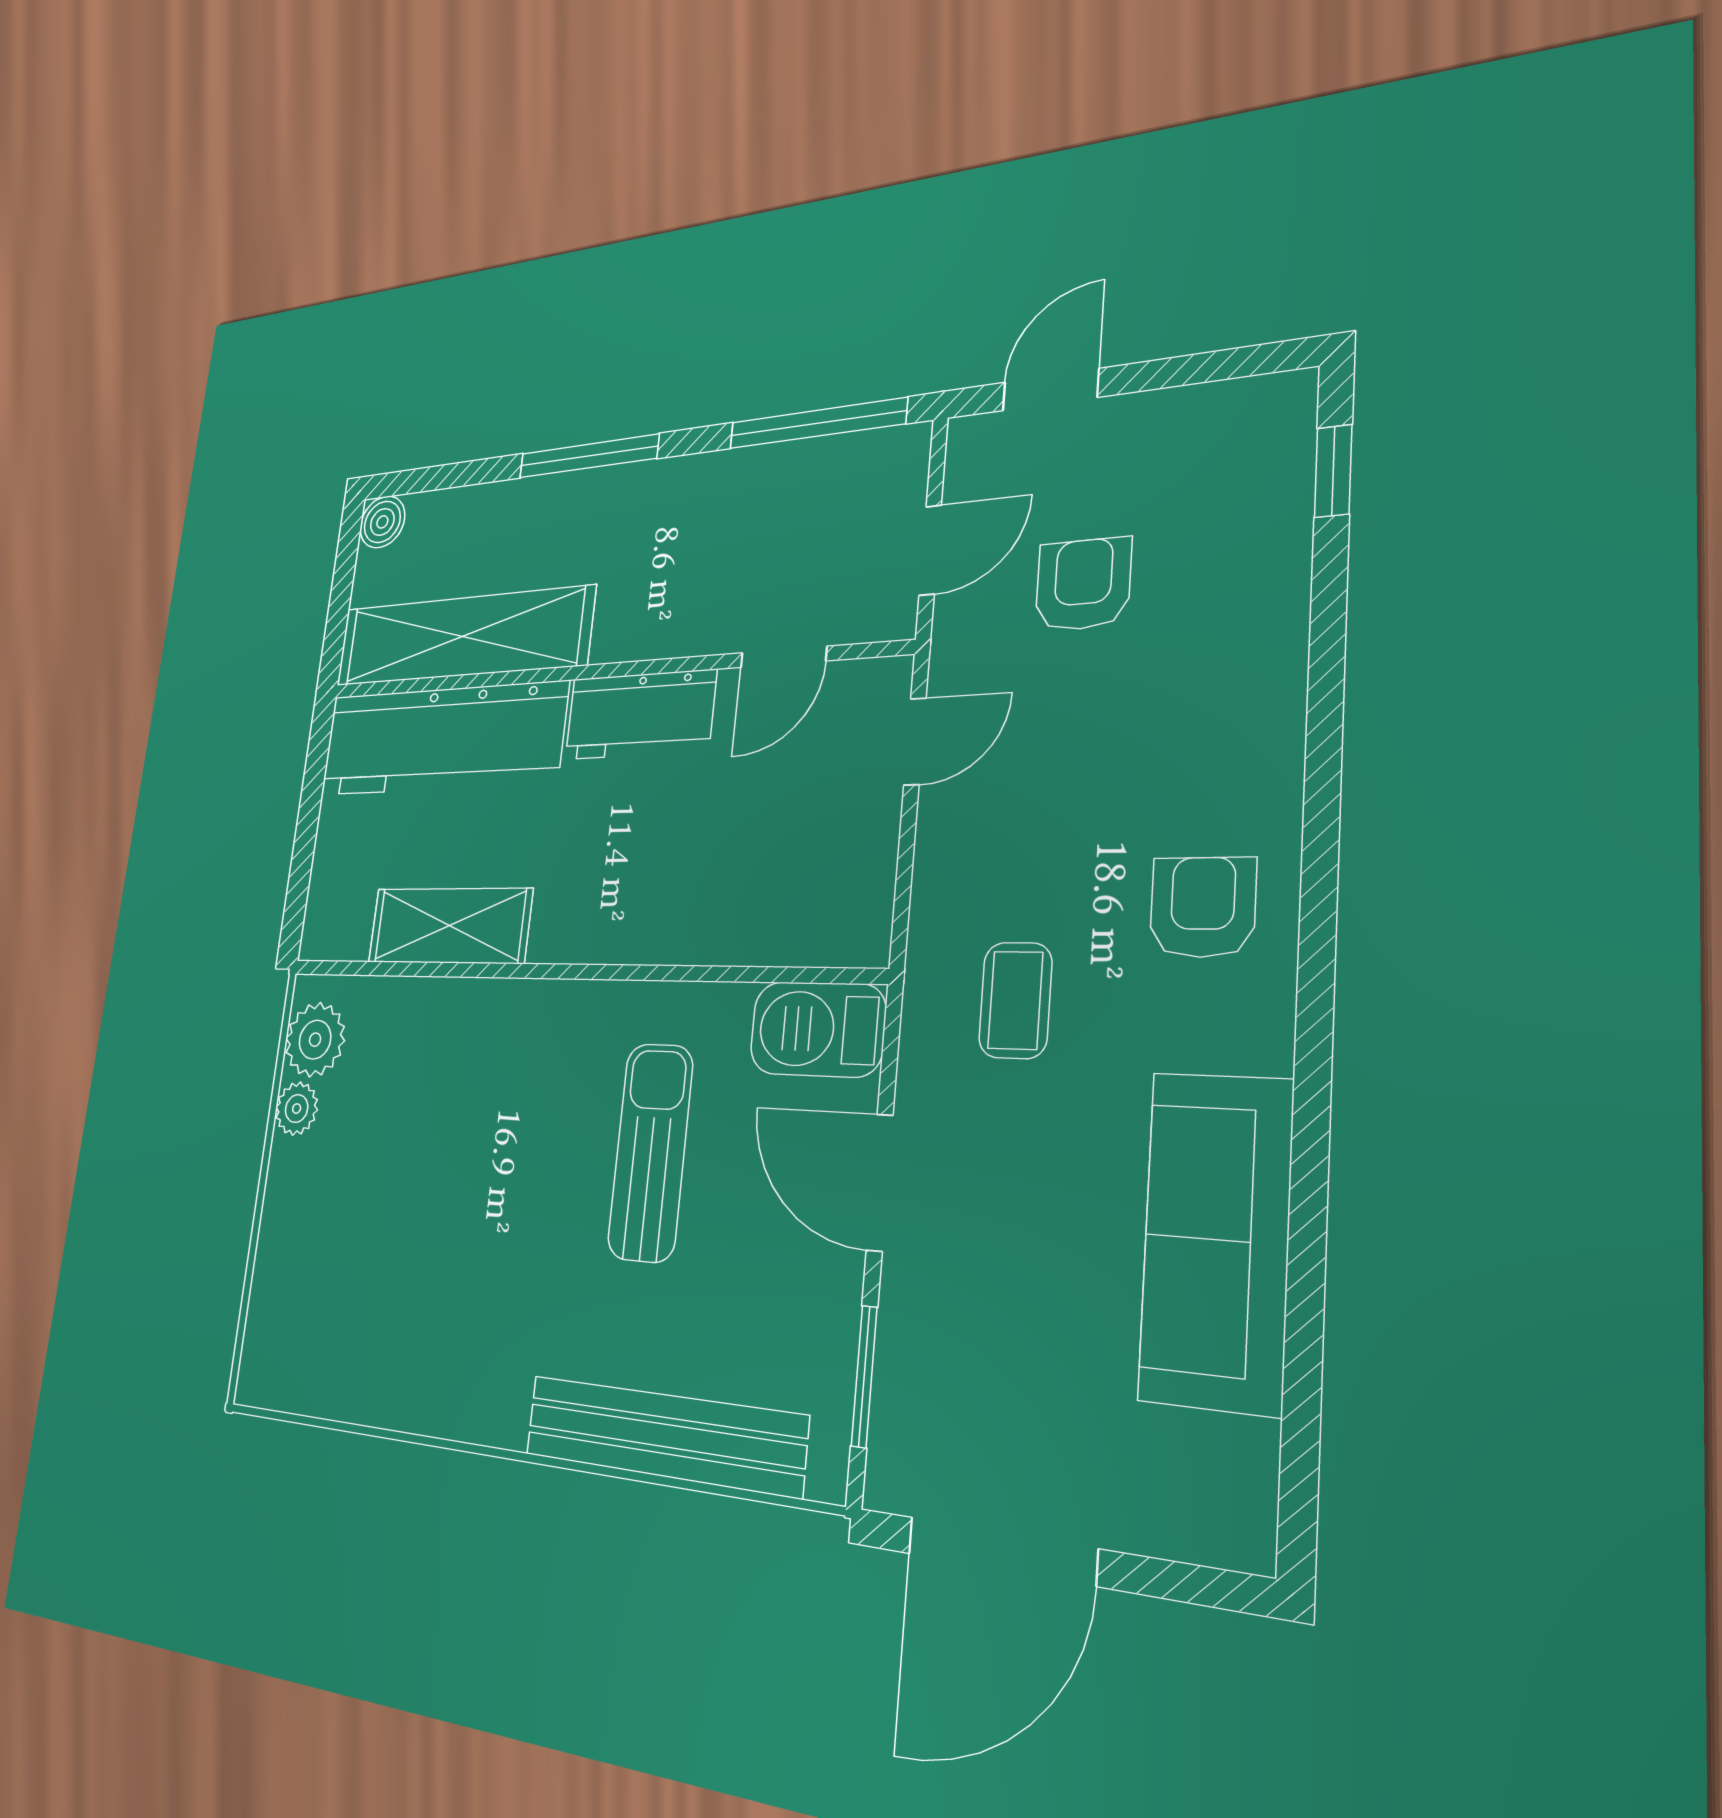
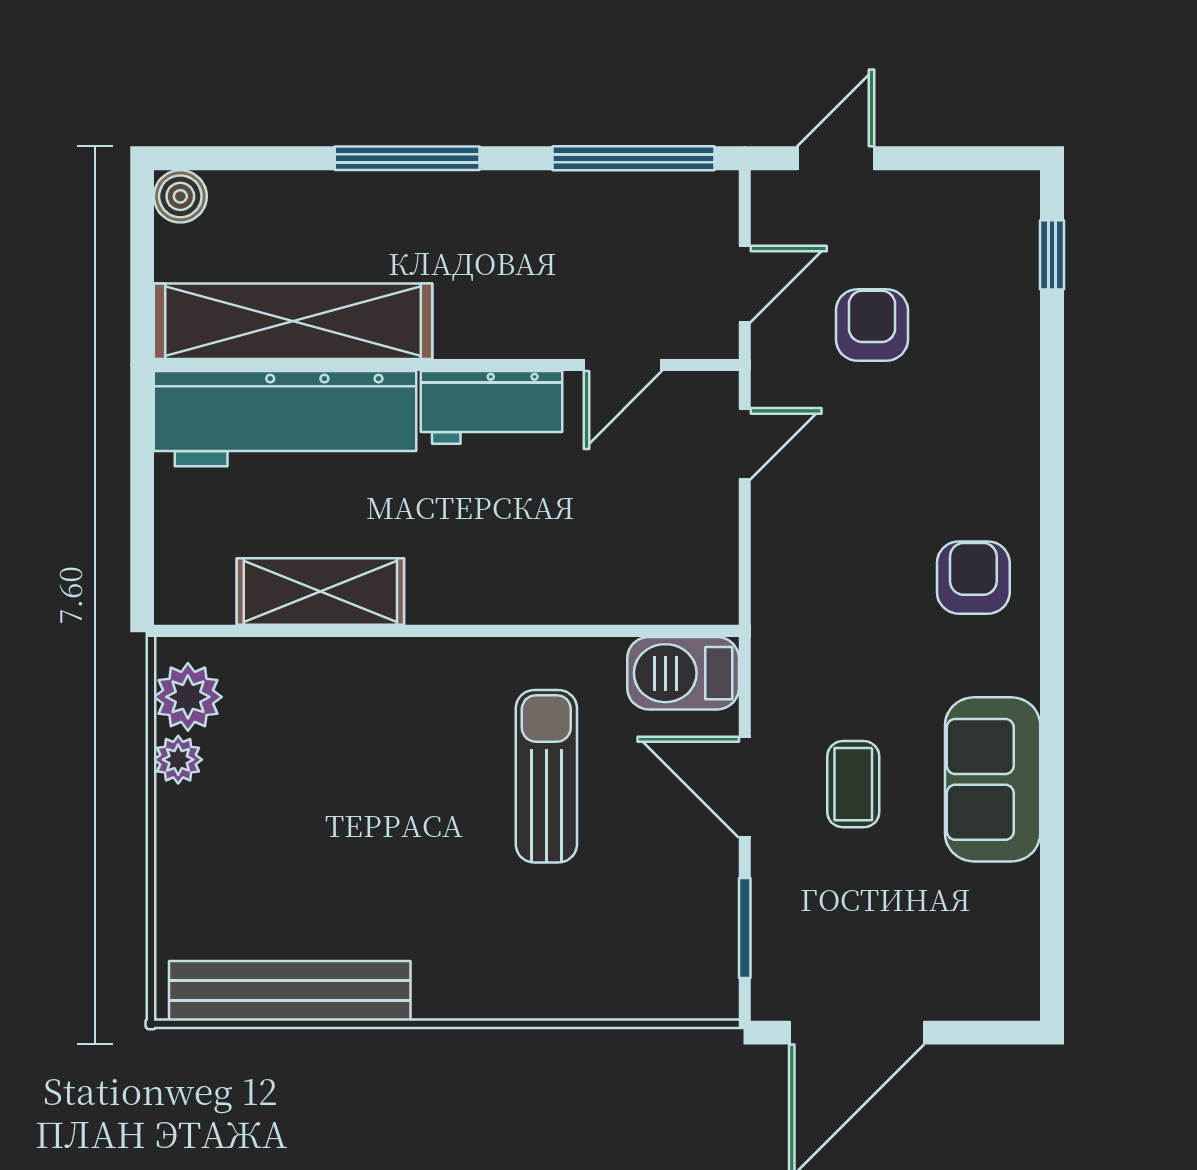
coffee table: (1015, 1000) -> (853, 784), moved
sofa: (1216, 1240) -> (993, 779), width x0.73
bench: (663, 1435) -> (290, 991), moved

